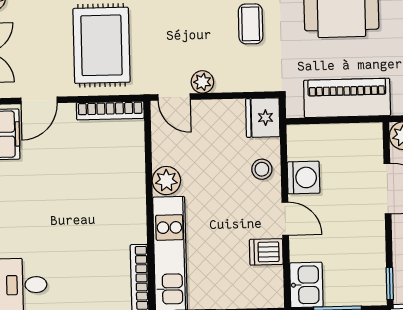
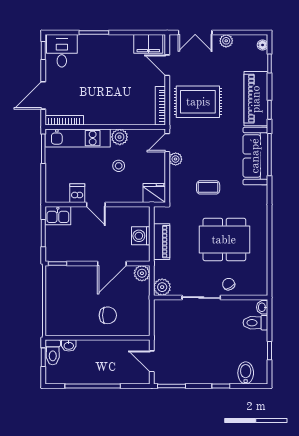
piano: (347, 98) -> (162, 242), width x0.73, depth x0.75
stool: (262, 169) -> (119, 166), moved
washing machine: (304, 178) -> (141, 236), moved, turned 90
door: (285, 219) -> (96, 205), hinge flipped

